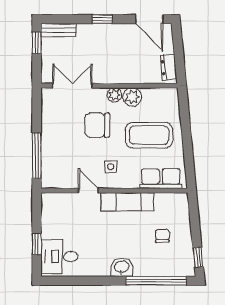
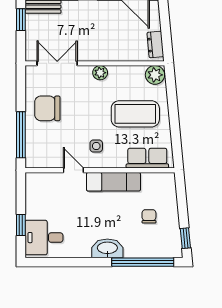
plant: (132, 97) -> (155, 75), moved
chair: (97, 125) -> (47, 108), moved
washbasin: (122, 267) -> (107, 248), width x1.38

